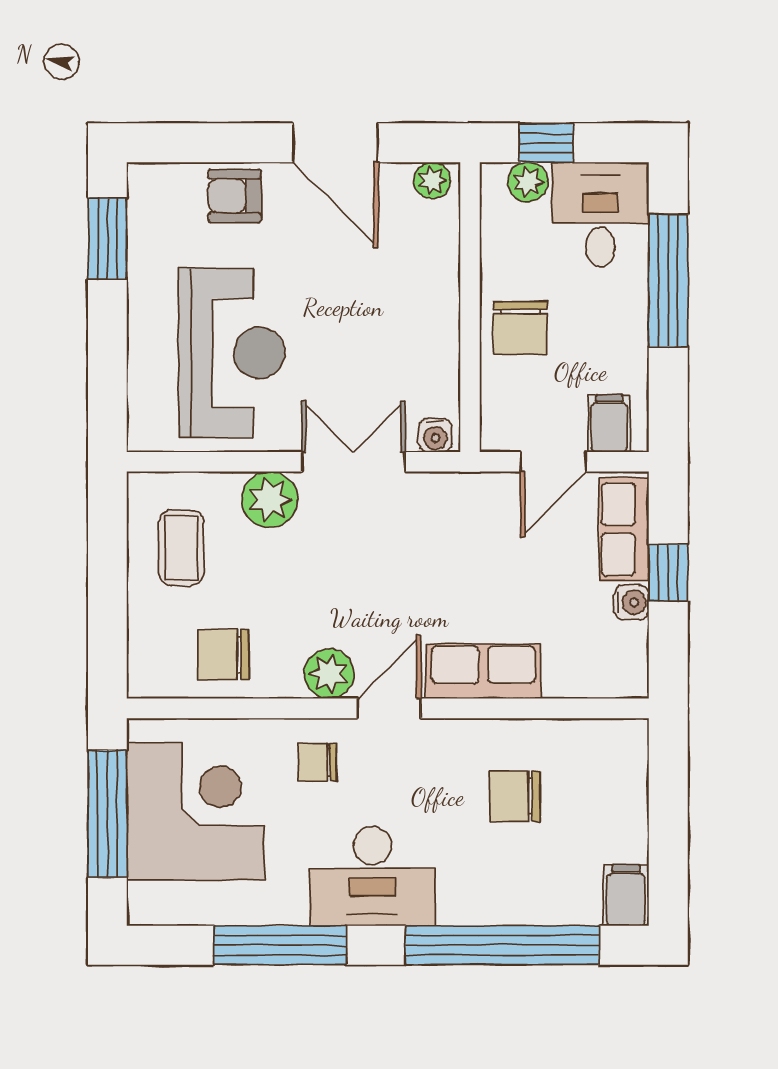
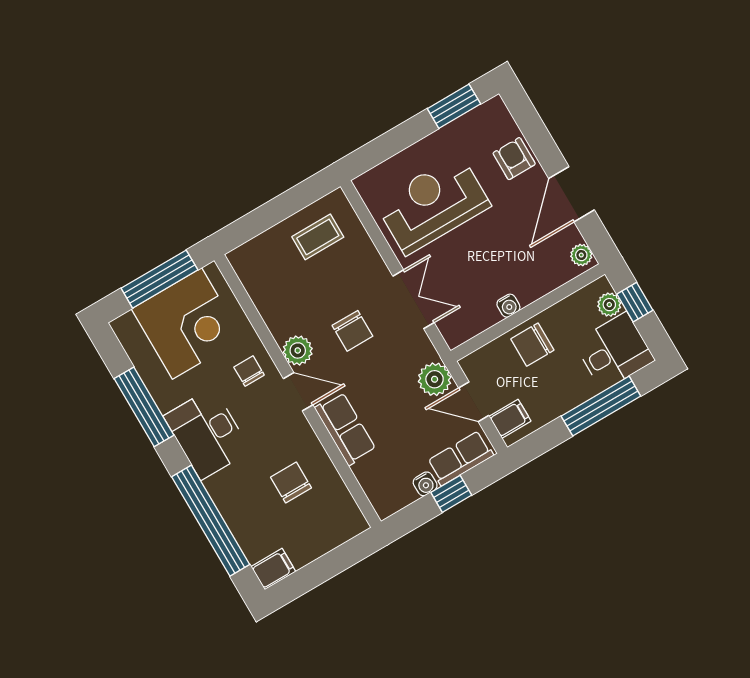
reception desk: (232, 353) -> (433, 204), turned 180
water cooler: (435, 435) -> (508, 306), moved, turned -90
plant: (270, 499) -> (435, 379), moved
chair: (224, 655) -> (352, 331), moved, turned 180

